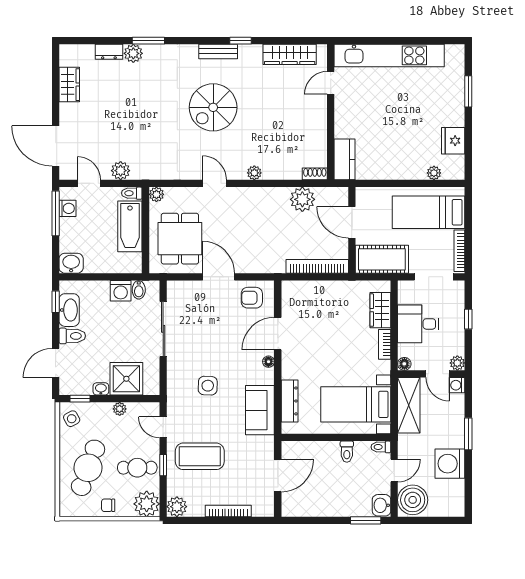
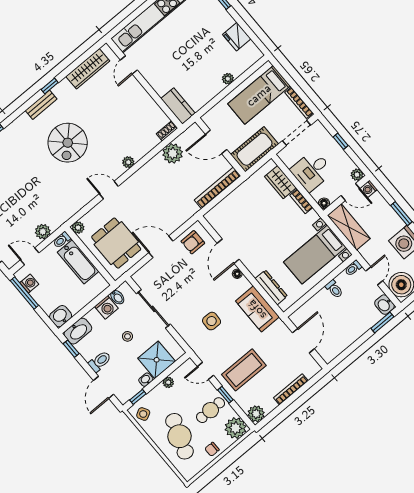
plant: (434, 173) -> (228, 79), moved
washbasin: (69, 310) -> (78, 331), moved, turned 90
stool: (118, 334) -> (128, 336), added

